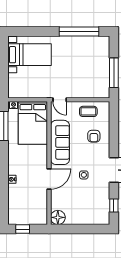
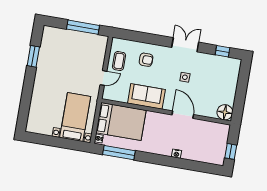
window: (79, 31) -> (33, 56), width x0.47
bed with nightstands: (30, 55) -> (75, 117), moved
door: (60, 100) -> (103, 78), moved
sofa: (60, 142) -> (146, 96), width x0.73

